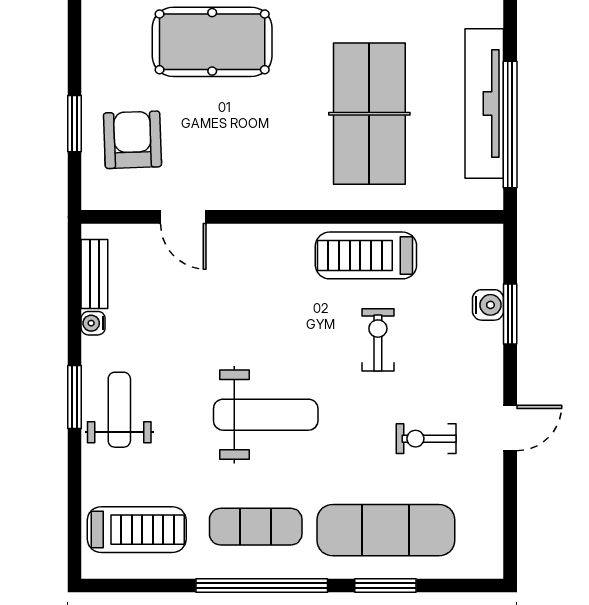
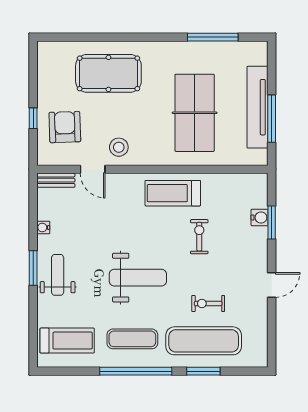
window: (75, 124) -> (33, 118), width x0.67
window: (510, 124) -> (272, 119), width x0.68
stool: (231, 177) -> (119, 147), added
treadmill: (366, 255) -> (173, 193), moved
bench: (94, 274) -> (56, 180), moved, turned 90
exercise bike: (426, 439) -> (208, 303), moved

